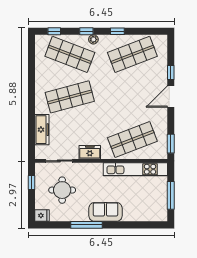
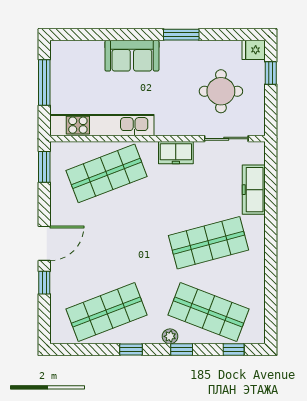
window: (31, 183) -> (271, 73), moved
sofa: (105, 212) -> (132, 56), moved
window: (86, 225) -> (181, 35), width x0.69

